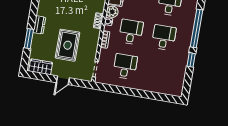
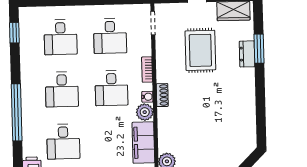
dresser: (39, 25) -> (247, 54), moved
window: (191, 60) -> (14, 33), moved
desk: (158, 72) -> (61, 37), added

